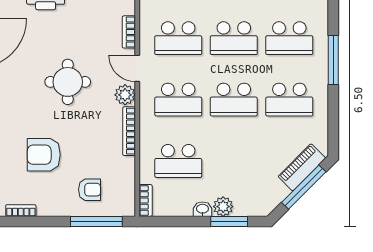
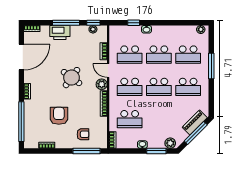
round table: (68, 82) -> (71, 78), turned 36
armchair: (44, 155) -> (59, 116), turned 90
plant: (223, 207) -> (170, 143), moved

